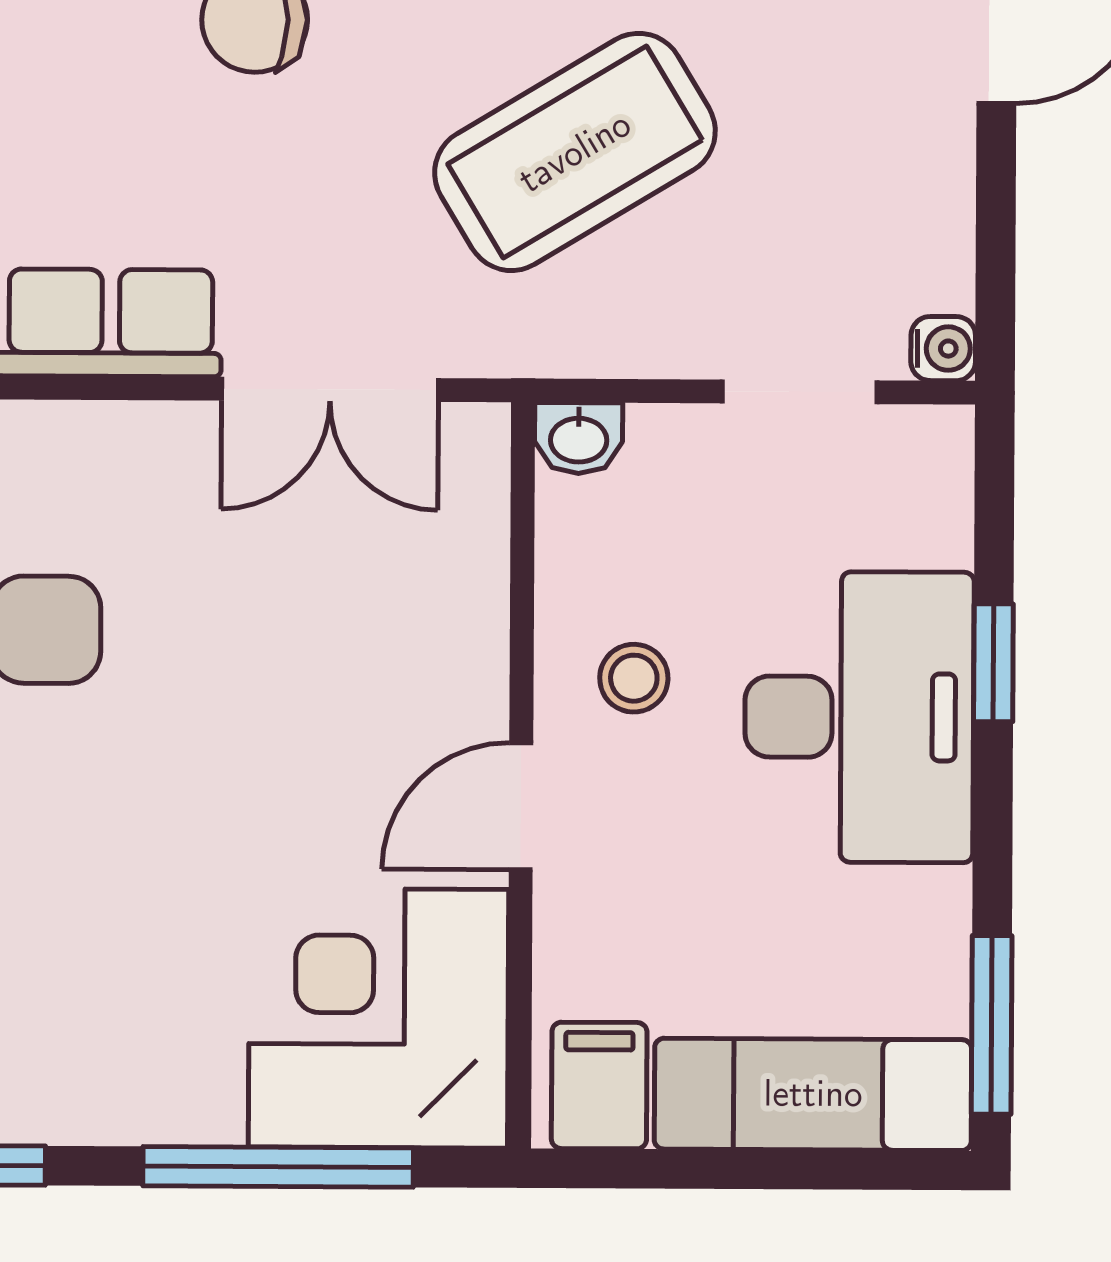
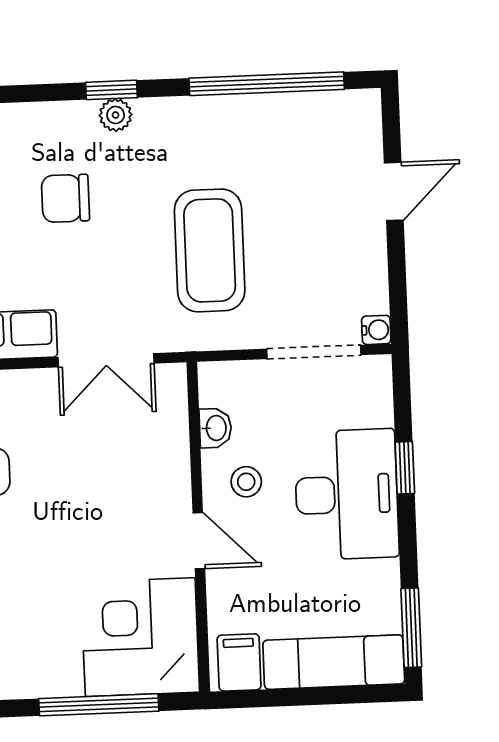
coffee table: (575, 152) -> (210, 250), turned -59
doorway: (800, 392) -> (314, 352), width x1.38
washbasin: (579, 438) -> (215, 428), moved, turned -90
door: (521, 806) -> (199, 541), swing flipped

